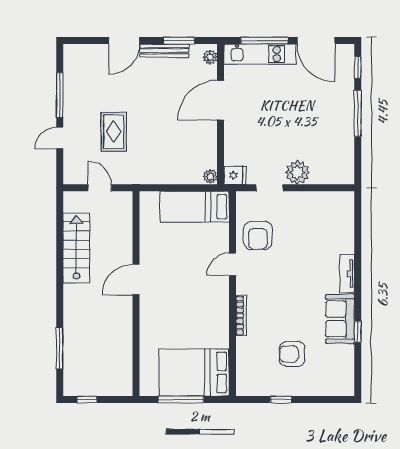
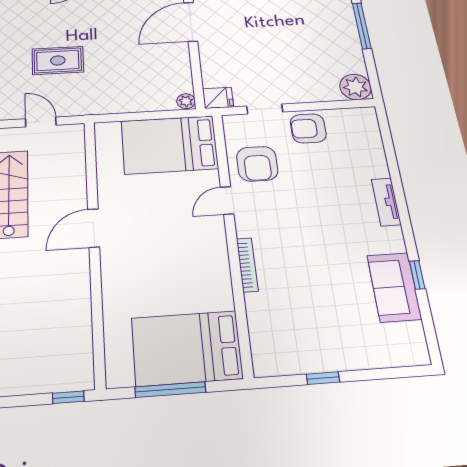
rug: (114, 132) -> (58, 60), turned 90
plant: (297, 172) -> (355, 87), moved
bed: (195, 207) -> (169, 145), width x1.50
sofa: (340, 319) -> (394, 287), moved
armchair: (292, 354) -> (308, 128), moved
window: (87, 400) -> (68, 397), moved

